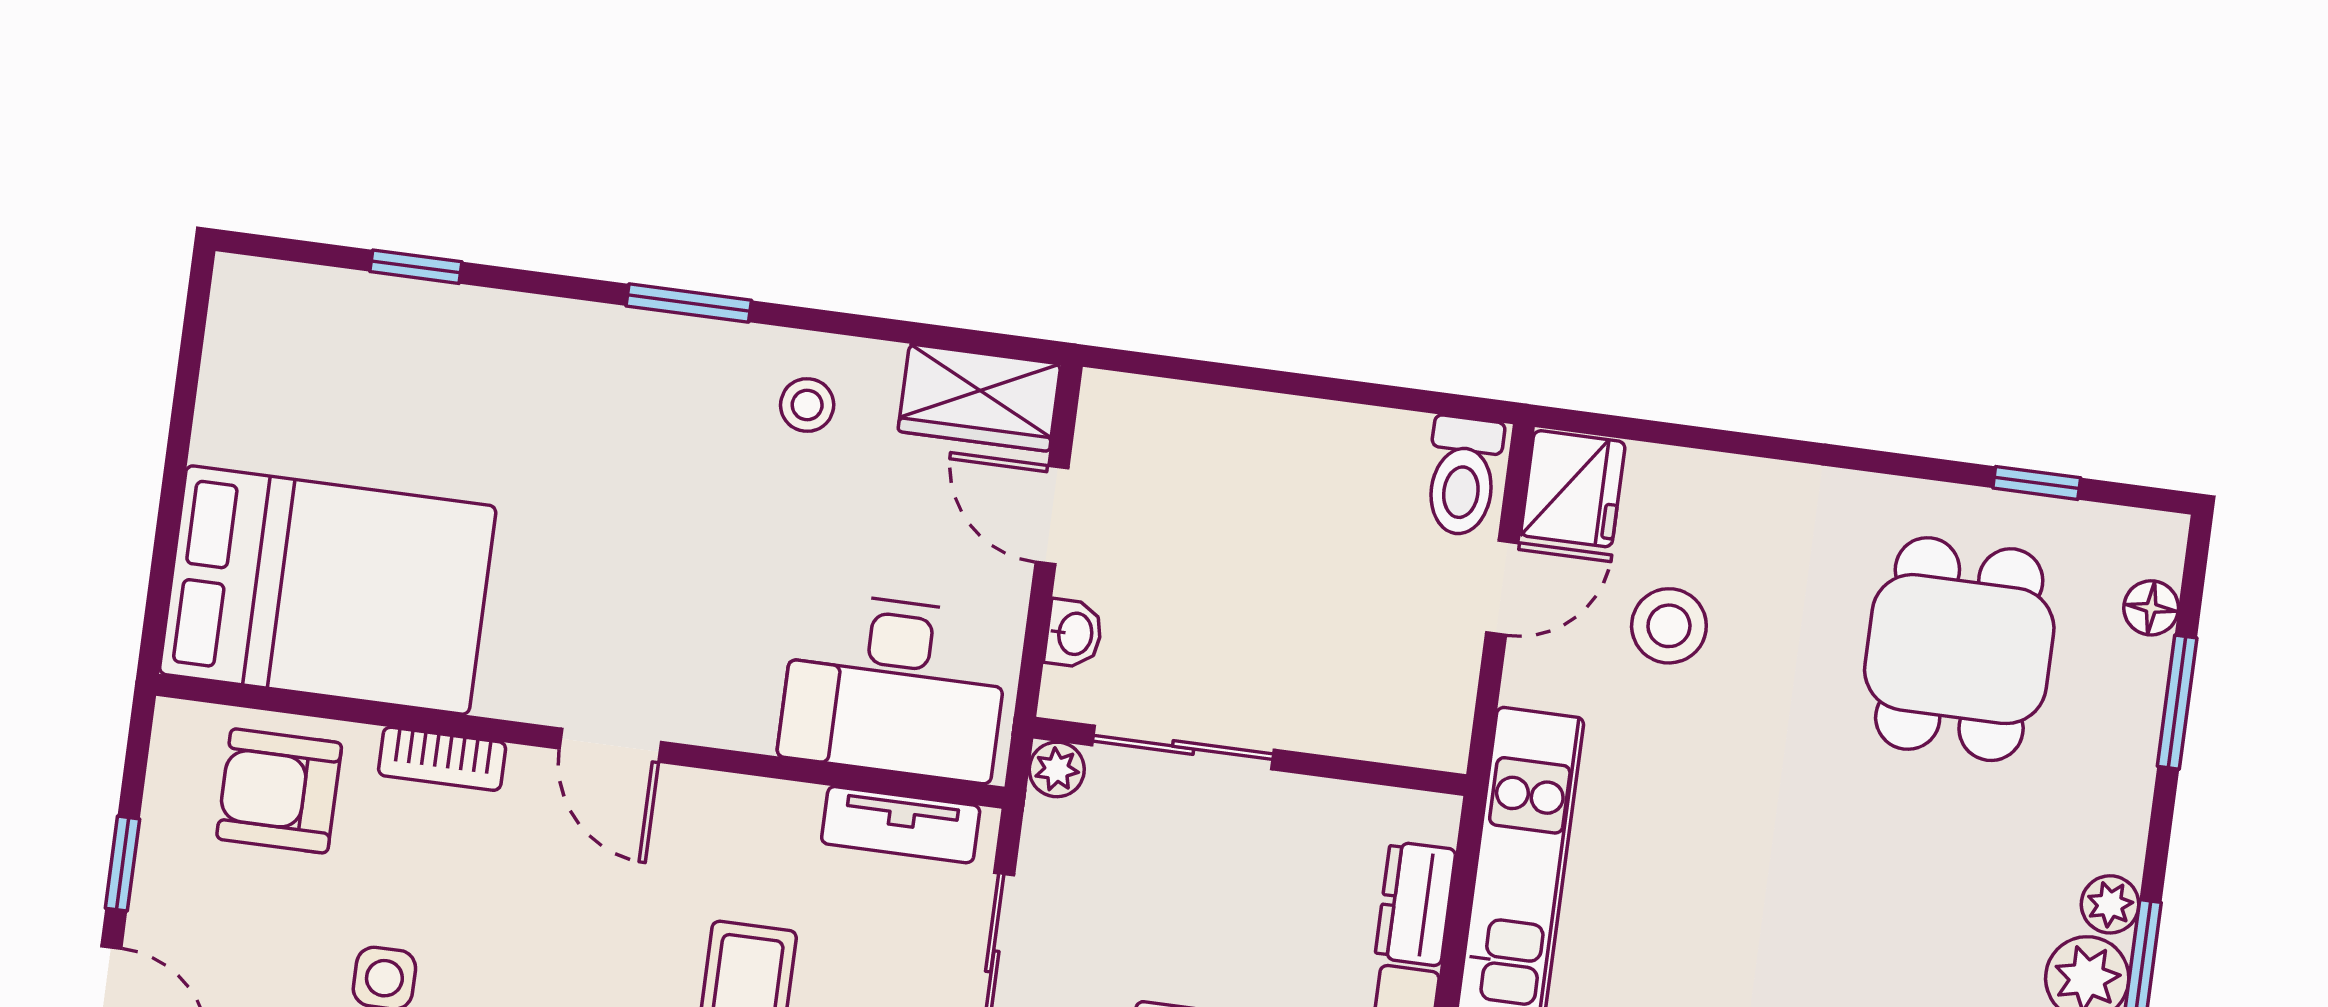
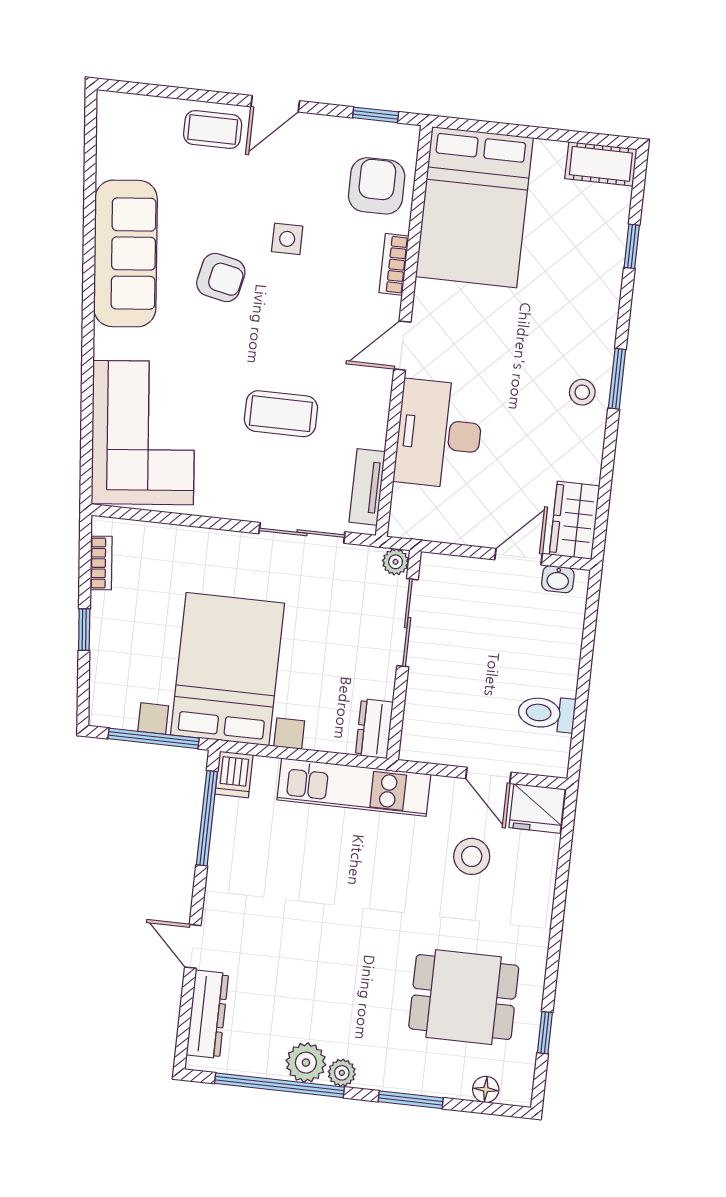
cot: (244, 326) -> (601, 164), added
stool: (807, 405) -> (582, 392), moved
toilet: (1463, 476) -> (547, 713), moved
washbasin: (1074, 634) -> (558, 579), moved
desk: (894, 687) -> (439, 434), moved
window: (2177, 702) -> (411, 1100), moved
window: (122, 864) -> (376, 115), moved
dresser: (1415, 904) -> (374, 729), moved, turned -90

